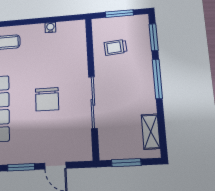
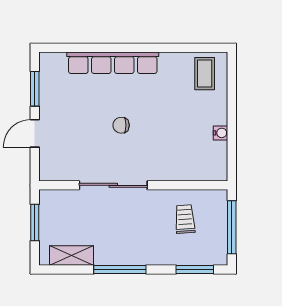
window: (119, 14) -> (232, 227), width x1.44
window: (157, 79) -> (120, 269), moved
chair: (47, 99) -> (121, 125), width x0.54, depth x0.54

